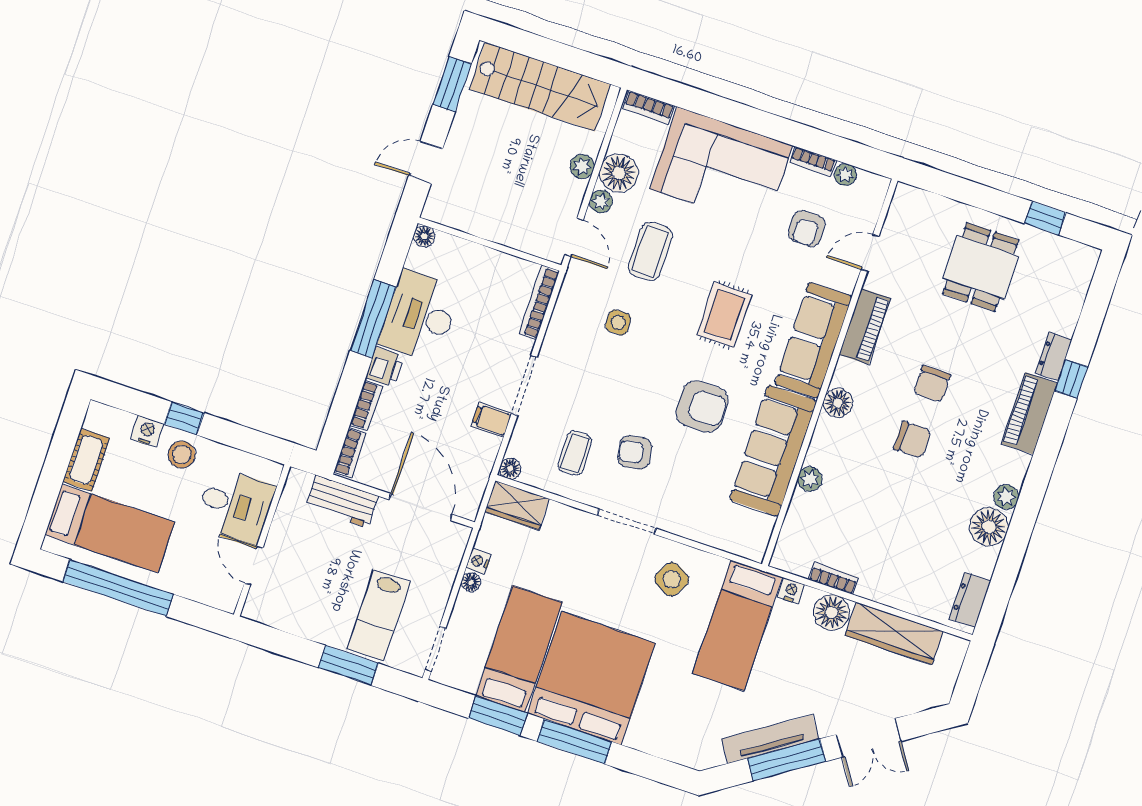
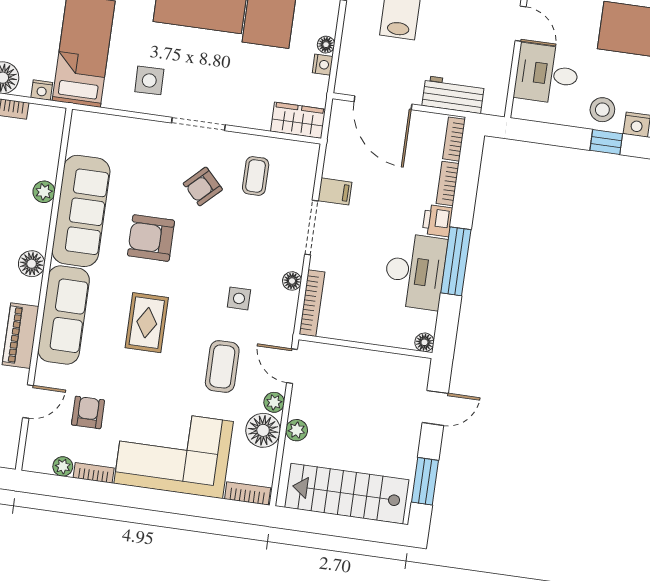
armchair: (635, 452) -> (203, 186), turned 146
floor lamp: (510, 468) -> (292, 281), moved
side table: (672, 579) -> (149, 80), turned -30

